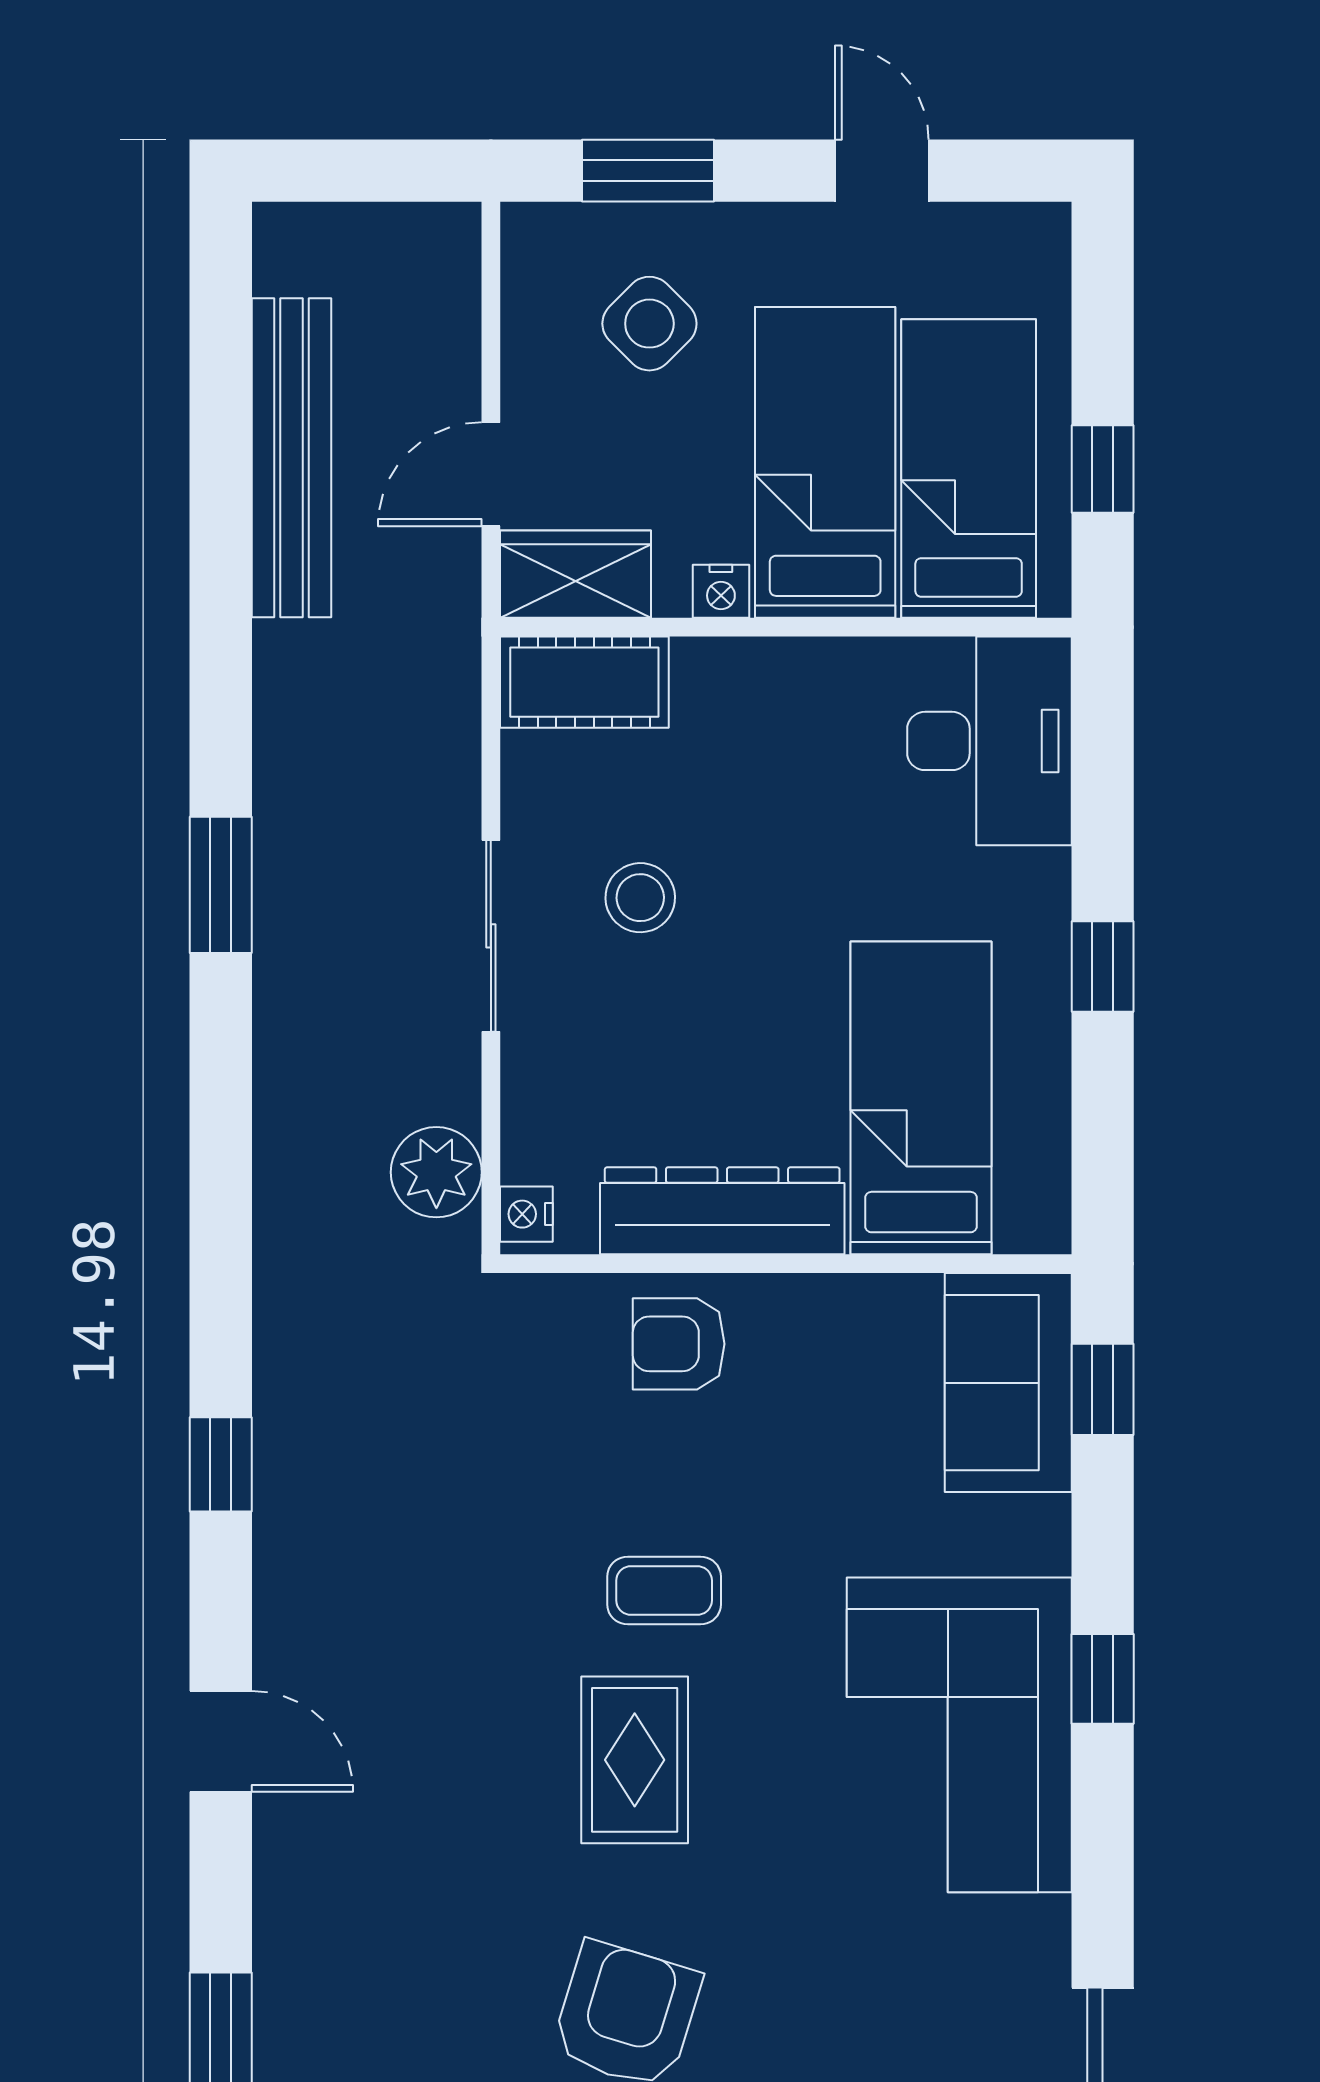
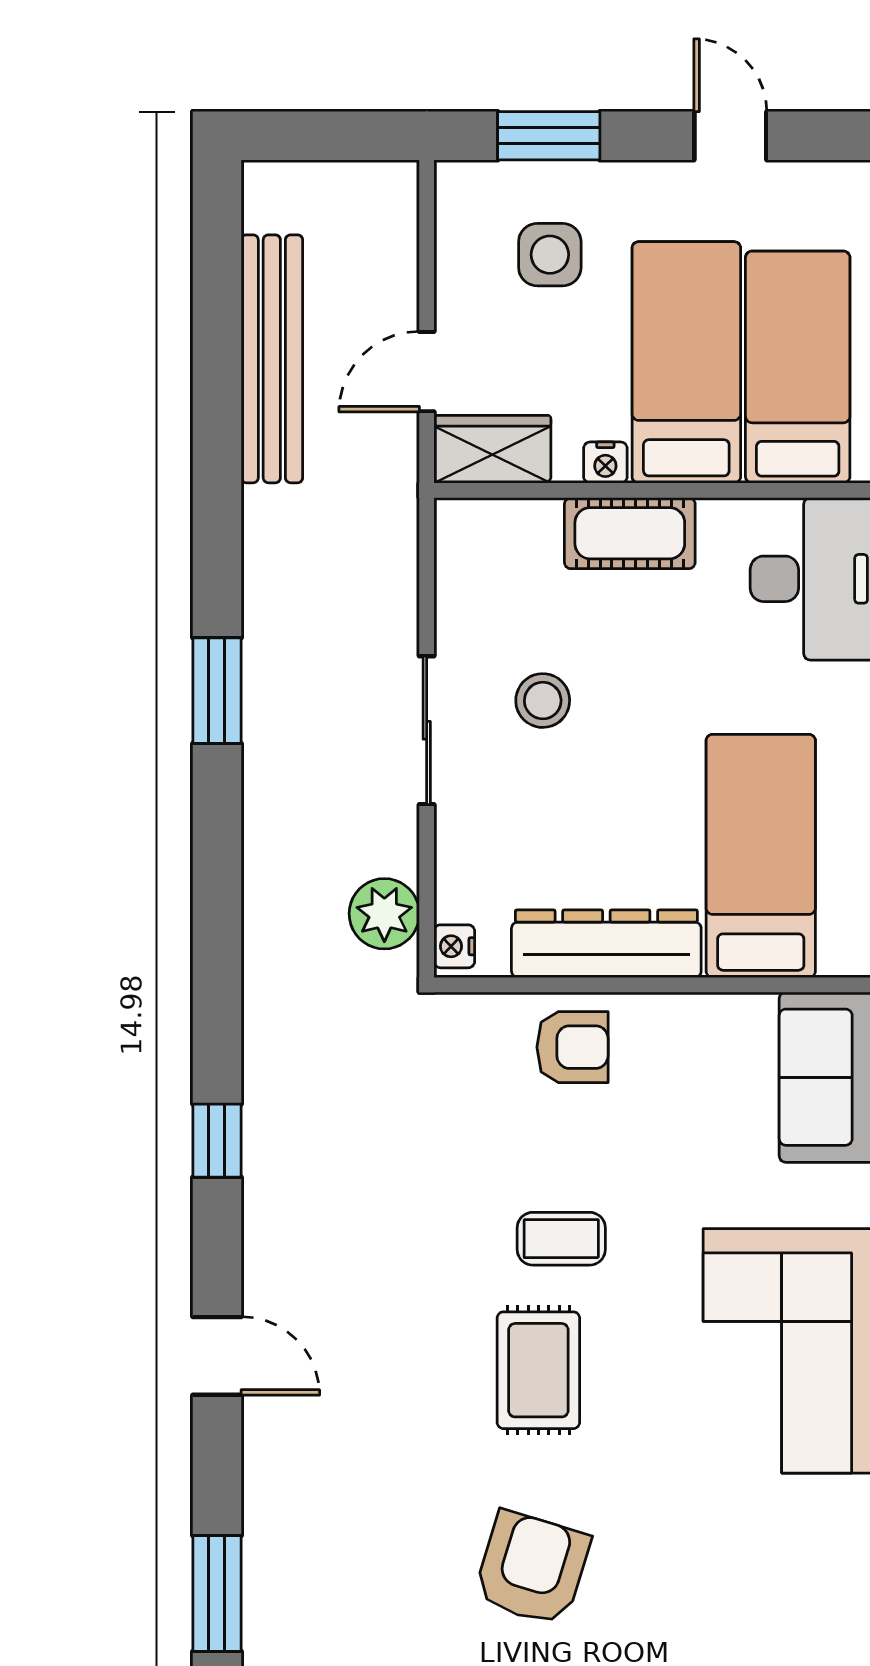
side table: (649, 324) -> (550, 255), turned 45
cot: (584, 682) -> (630, 533), moved
armchair: (679, 1344) -> (573, 1047), turned 180

